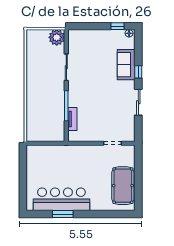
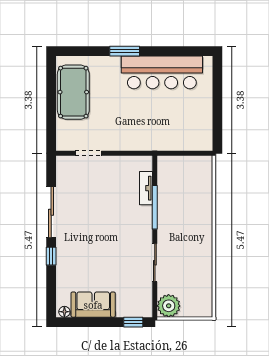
window: (118, 26) -> (133, 322), moved
sofa: (126, 65) -> (93, 305), moved, turned -90
sliding door: (138, 102) -> (51, 212), width x1.37
window: (63, 214) -> (125, 51), moved

